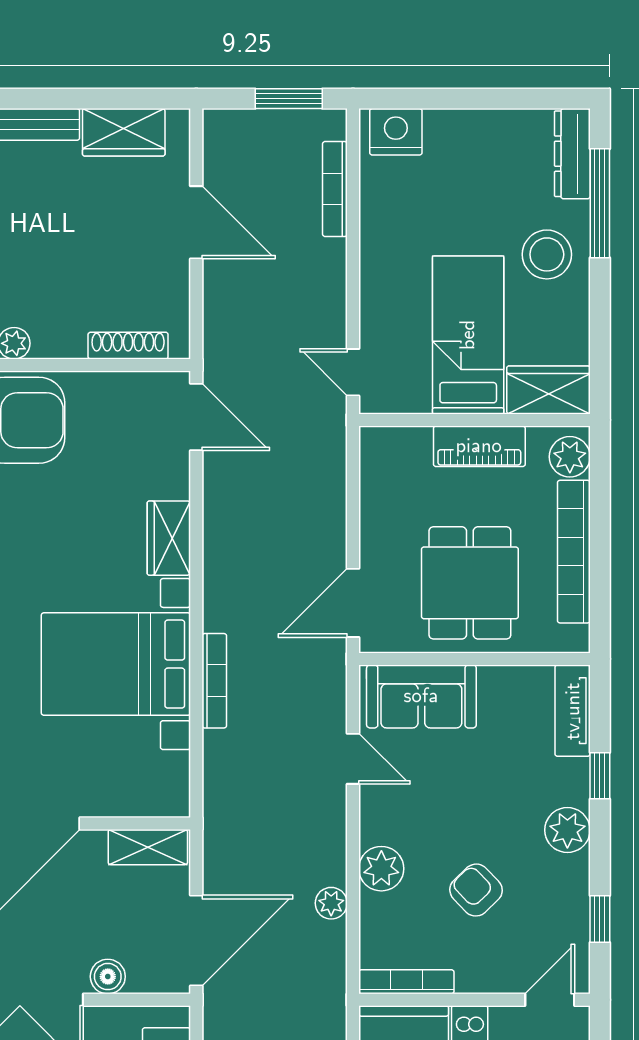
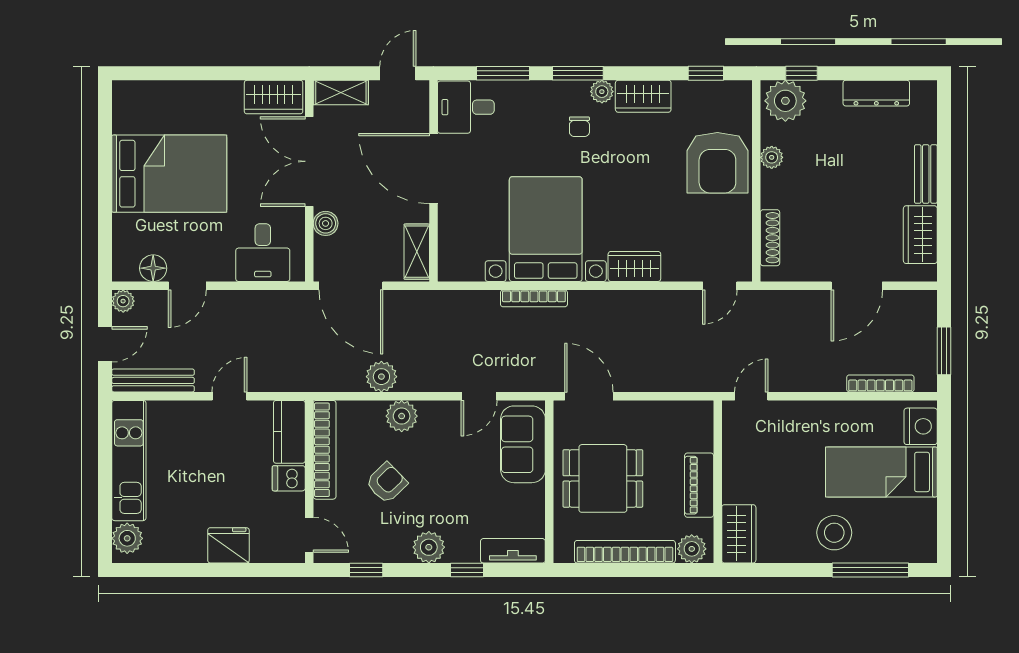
dresser: (572, 154) -> (905, 551), removed
bed: (468, 335) -> (881, 472), moved, turned 180
door: (196, 417) -> (720, 286), width x0.73
plant: (331, 903) -> (381, 377), width x1.38, depth x1.38
bookcase: (406, 982) -> (325, 450), width x1.48, depth x1.31

